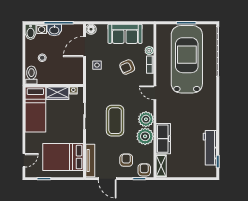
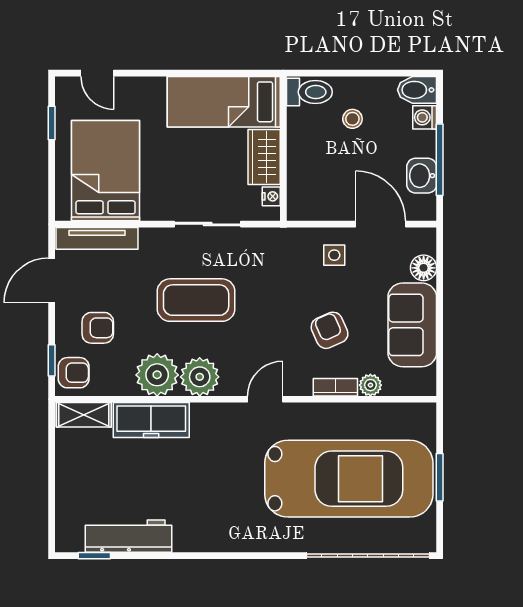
floor lamp: (91, 29) -> (424, 268), moved
washbasin: (54, 30) -> (422, 176), moved

